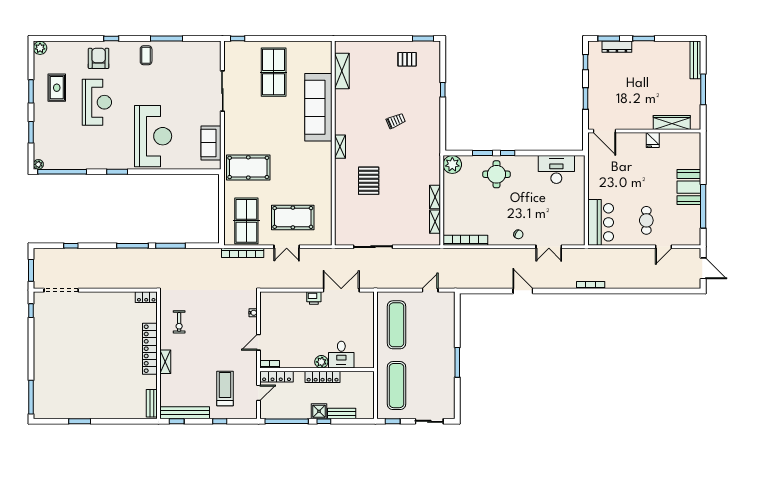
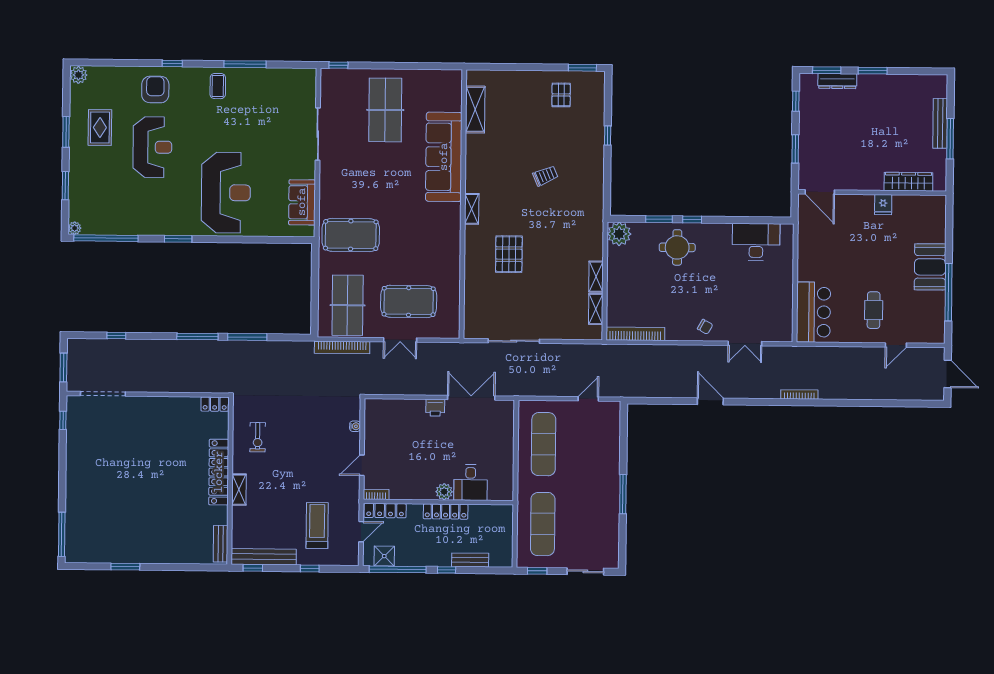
pallet: (407, 59) -> (561, 95), turned 90
bench: (695, 60) -> (940, 123), moved
shower: (319, 411) -> (384, 556), moved

